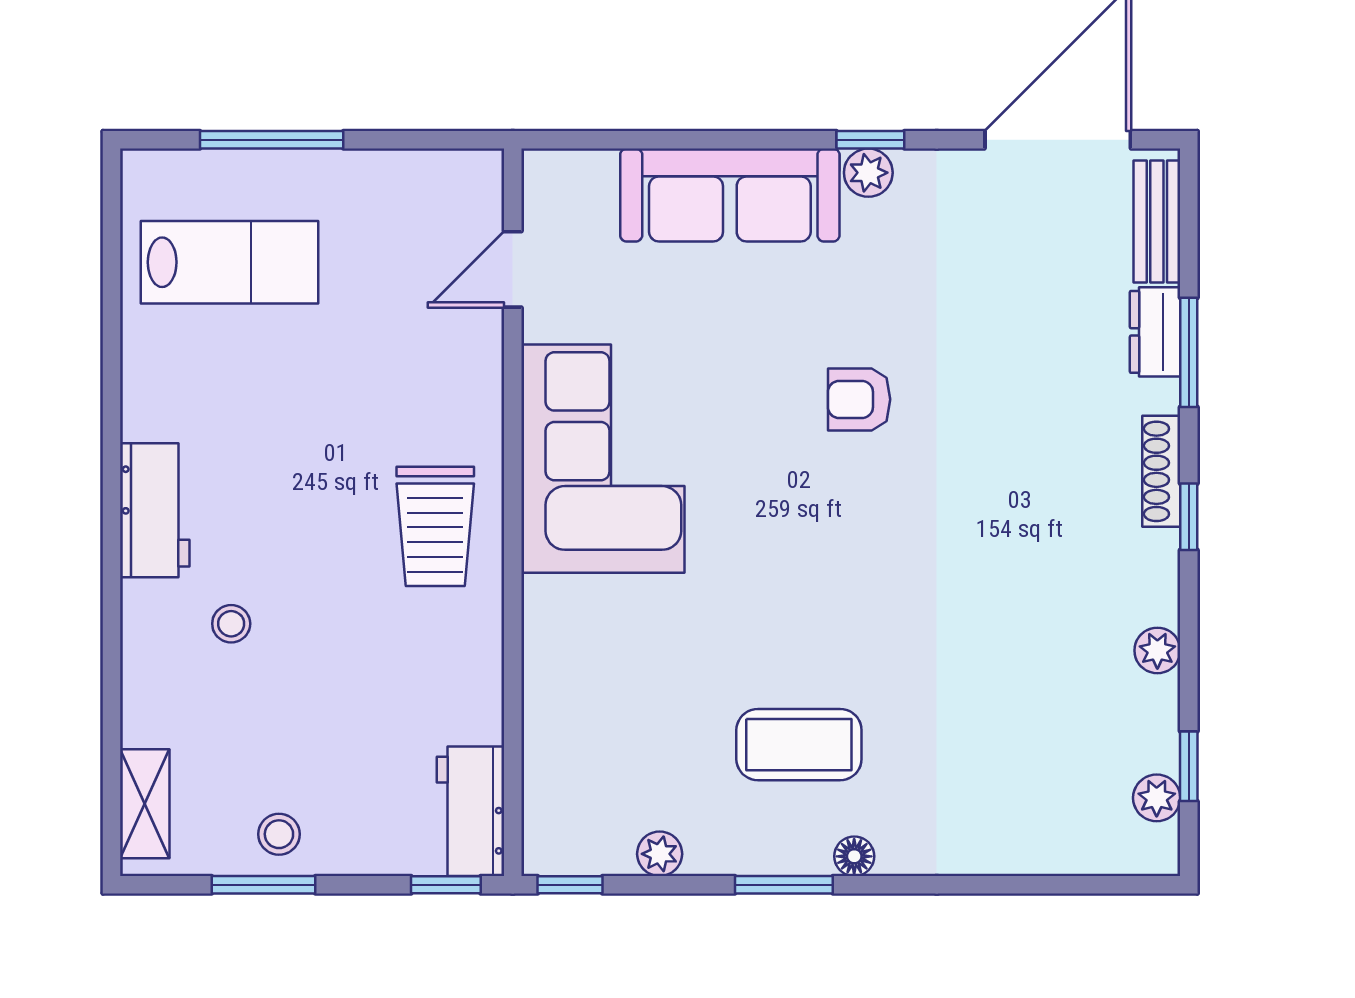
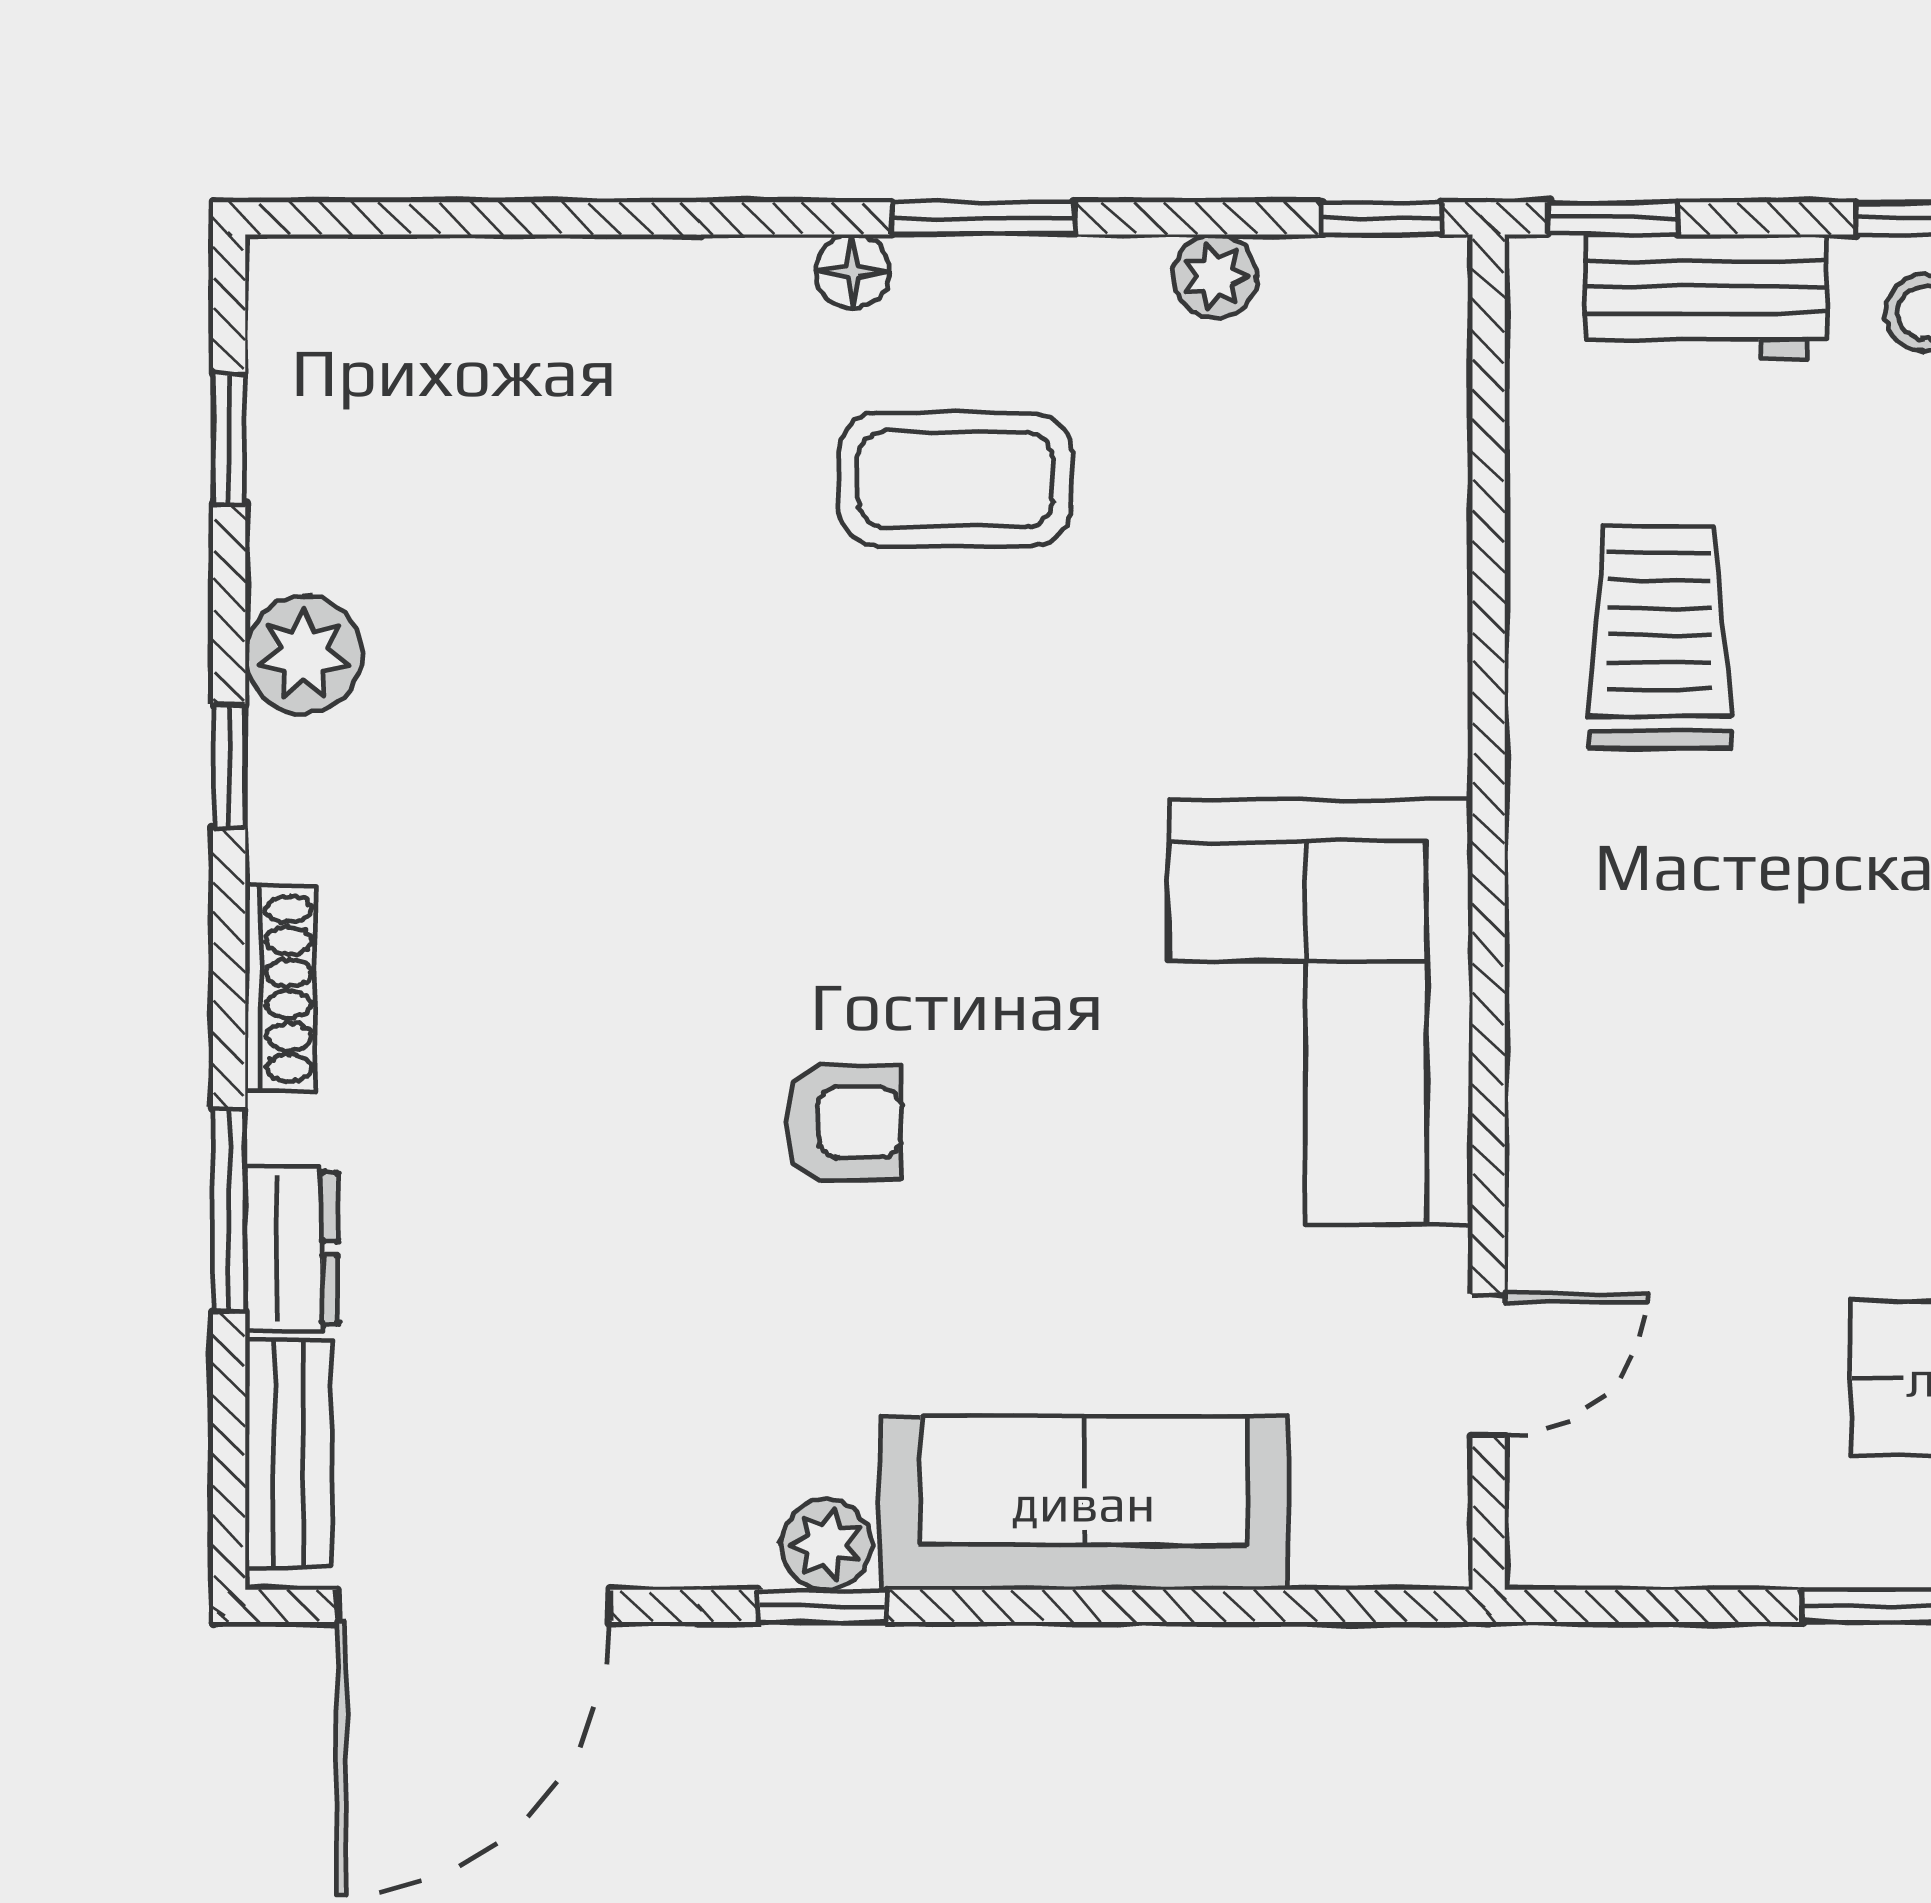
window: (1189, 517) -> (229, 767), moved
trolley: (435, 526) -> (1659, 637), moved
plant: (1157, 650) -> (304, 655), width x1.38, depth x1.38
plant: (1157, 798) -> (289, 380), removed
workbench: (471, 811) -> (1706, 297), moved, turned 90

